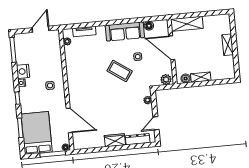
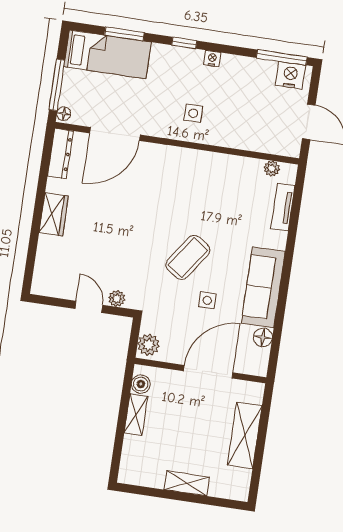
shelving: (187, 24) -> (245, 435), moved
nightstand: (23, 71) -> (290, 75), moved
door: (156, 123) -> (89, 307), moved
bed: (37, 133) -> (108, 54), width x0.67
dresser: (138, 139) -> (60, 153), moved

